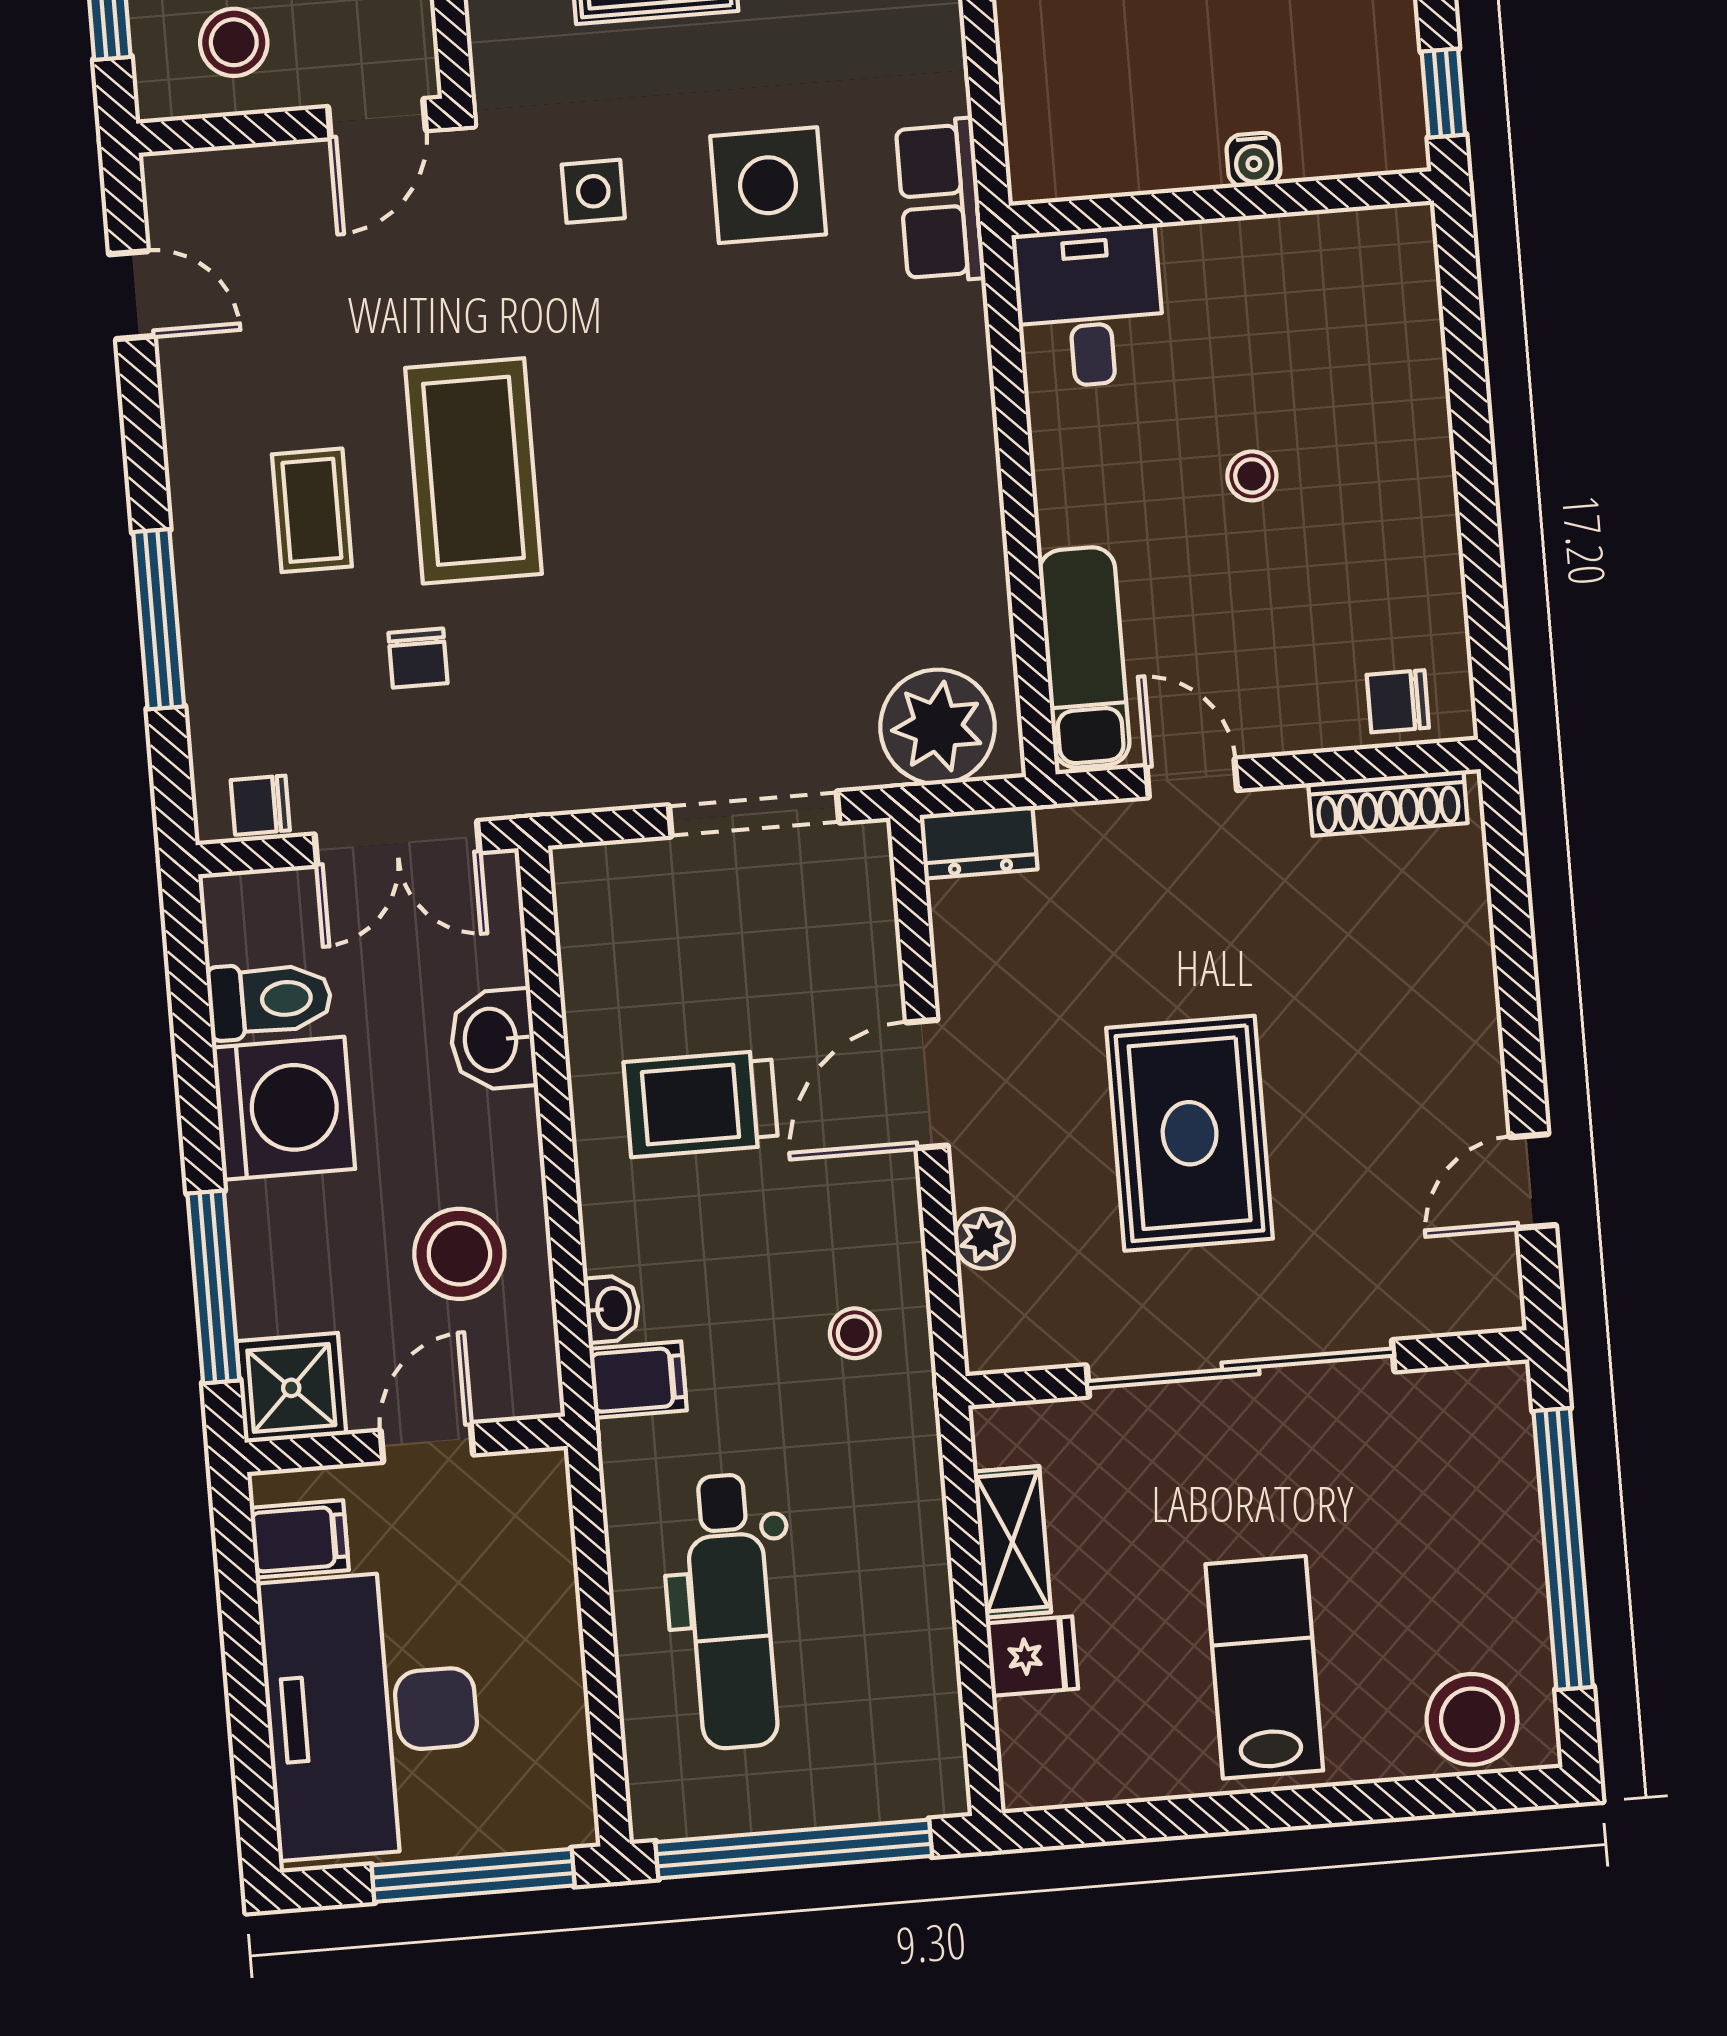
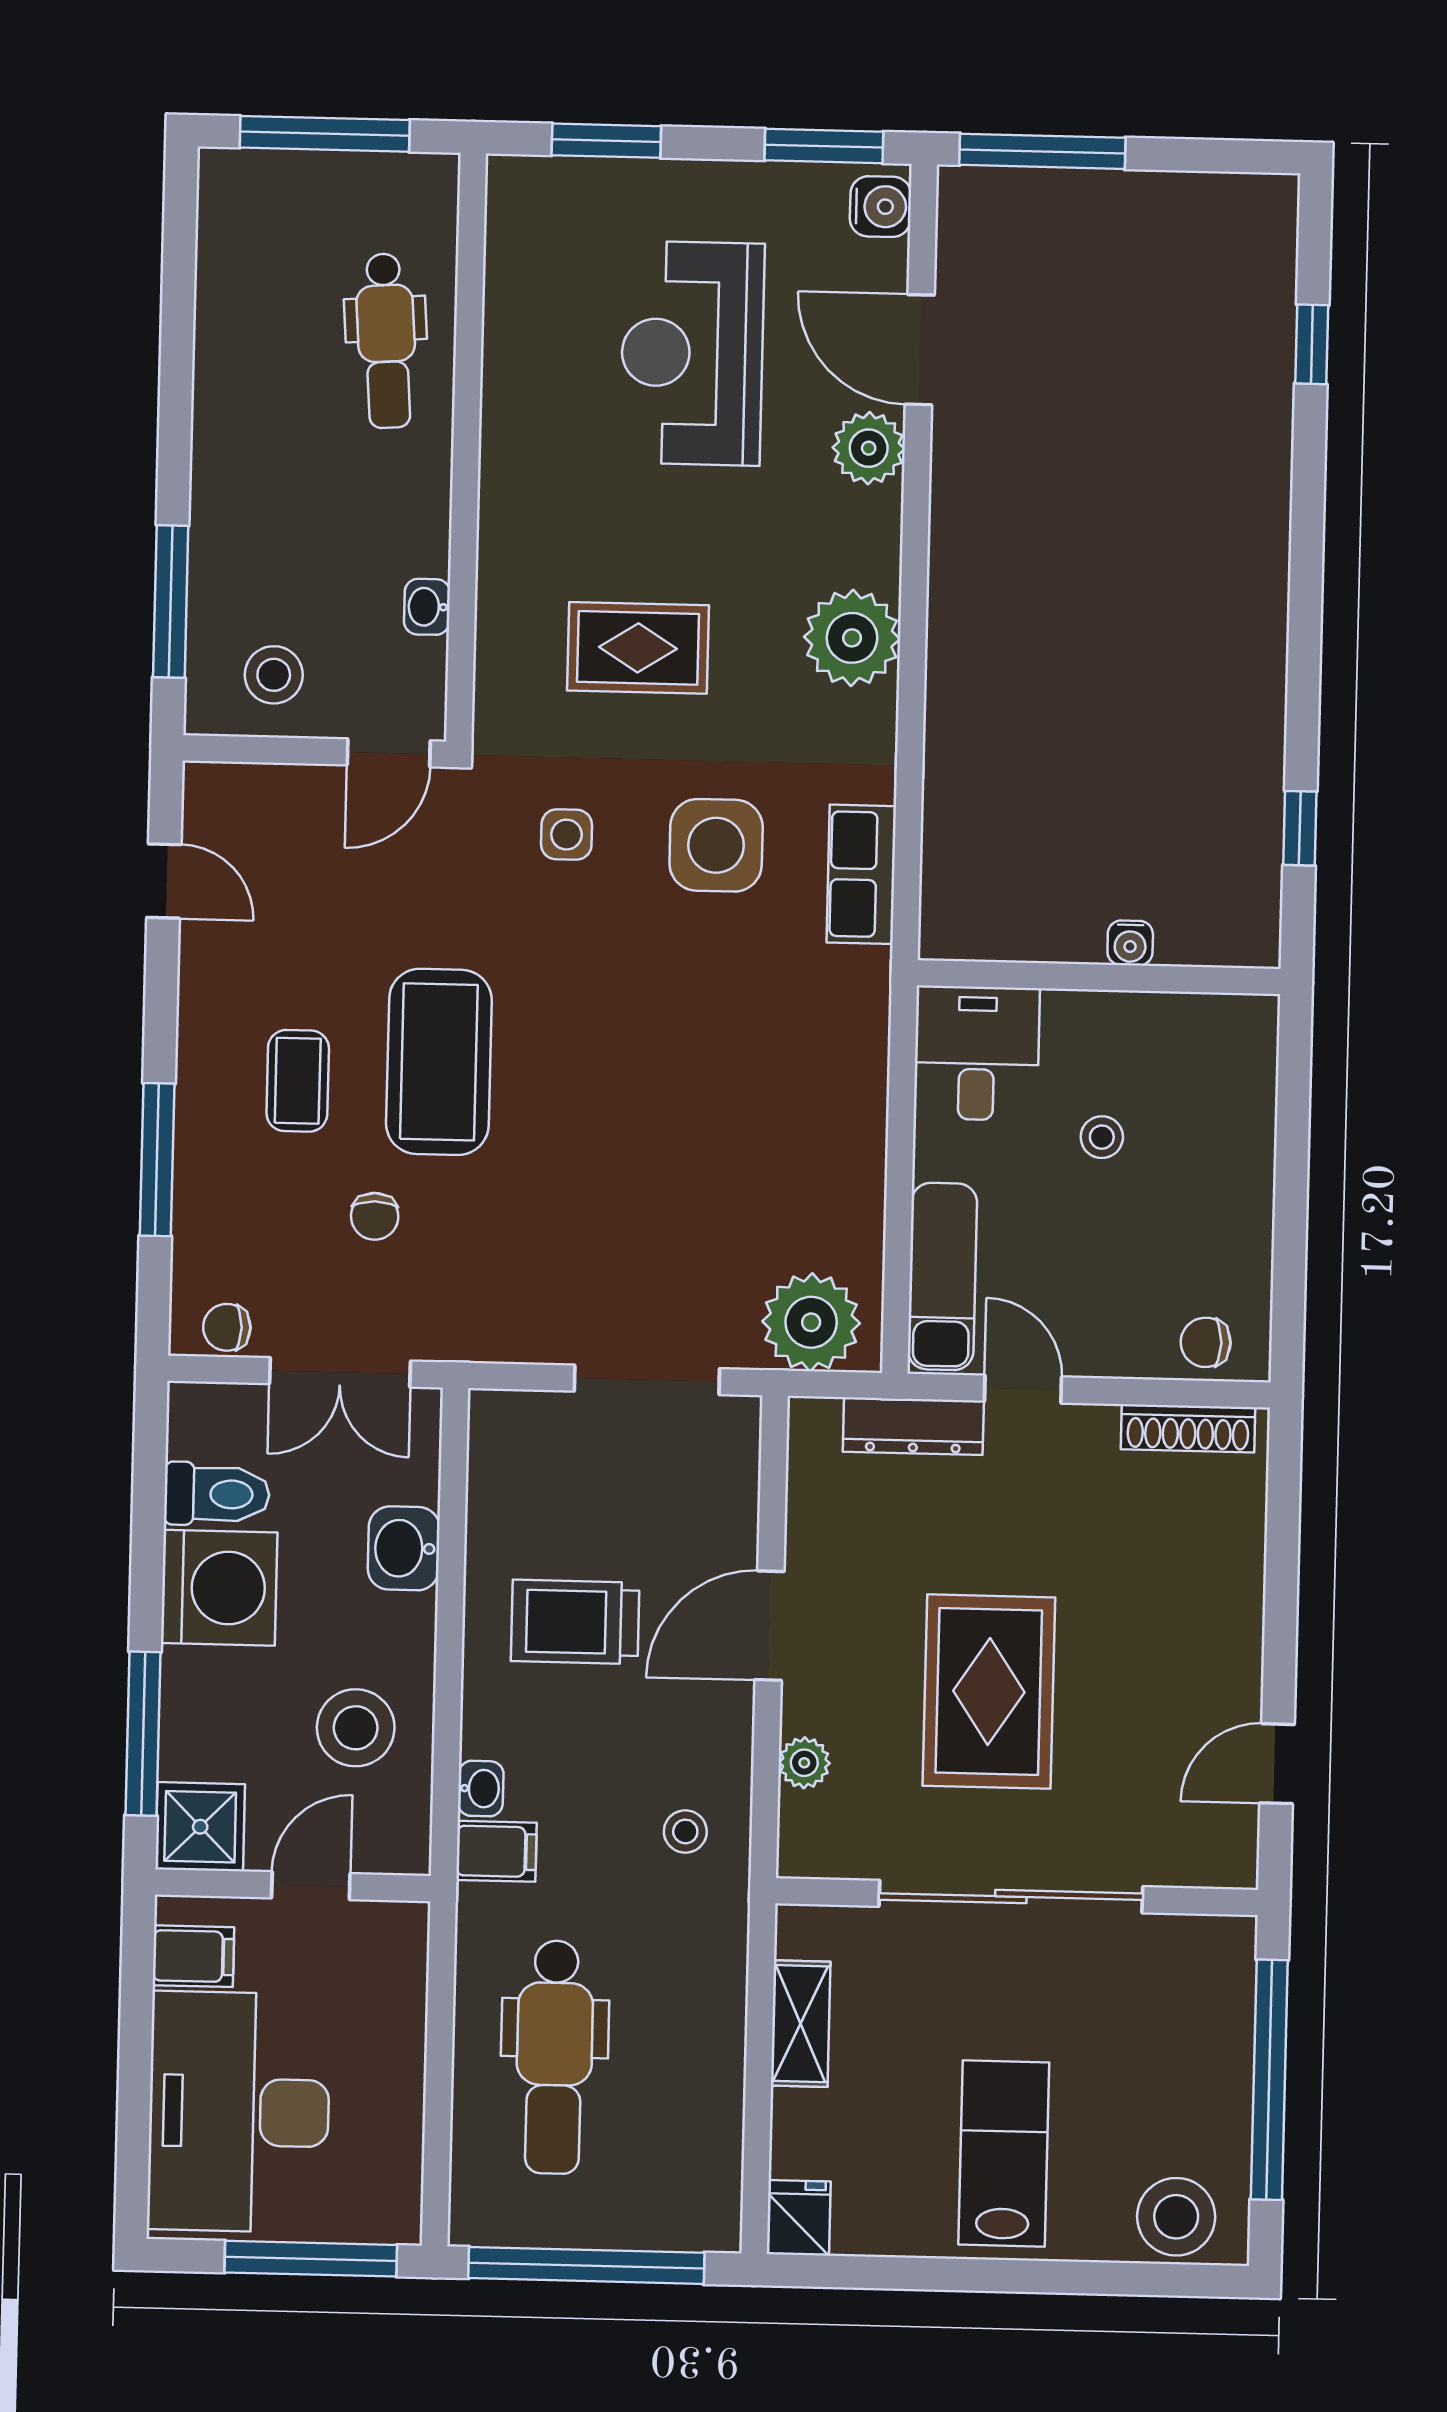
water cooler: (1253, 160) -> (1130, 943), moved
wall: (1221, 203) -> (1099, 977), moved
desk: (1089, 307) -> (977, 1053), moved
dresser: (979, 842) -> (913, 1426), moved, width x1.44
fridge: (1032, 1656) -> (799, 2218), moved, turned -90

